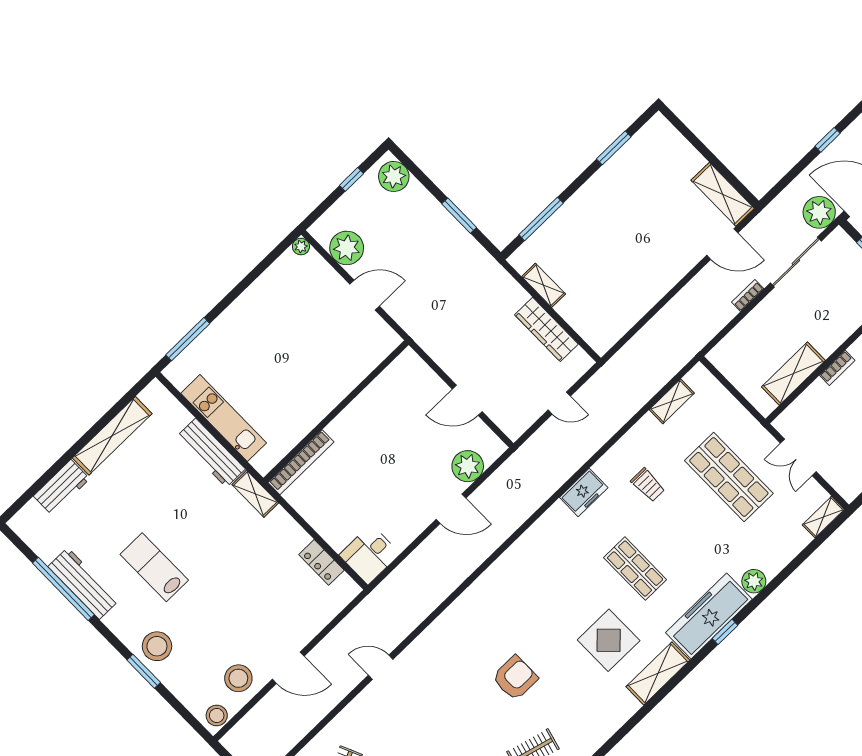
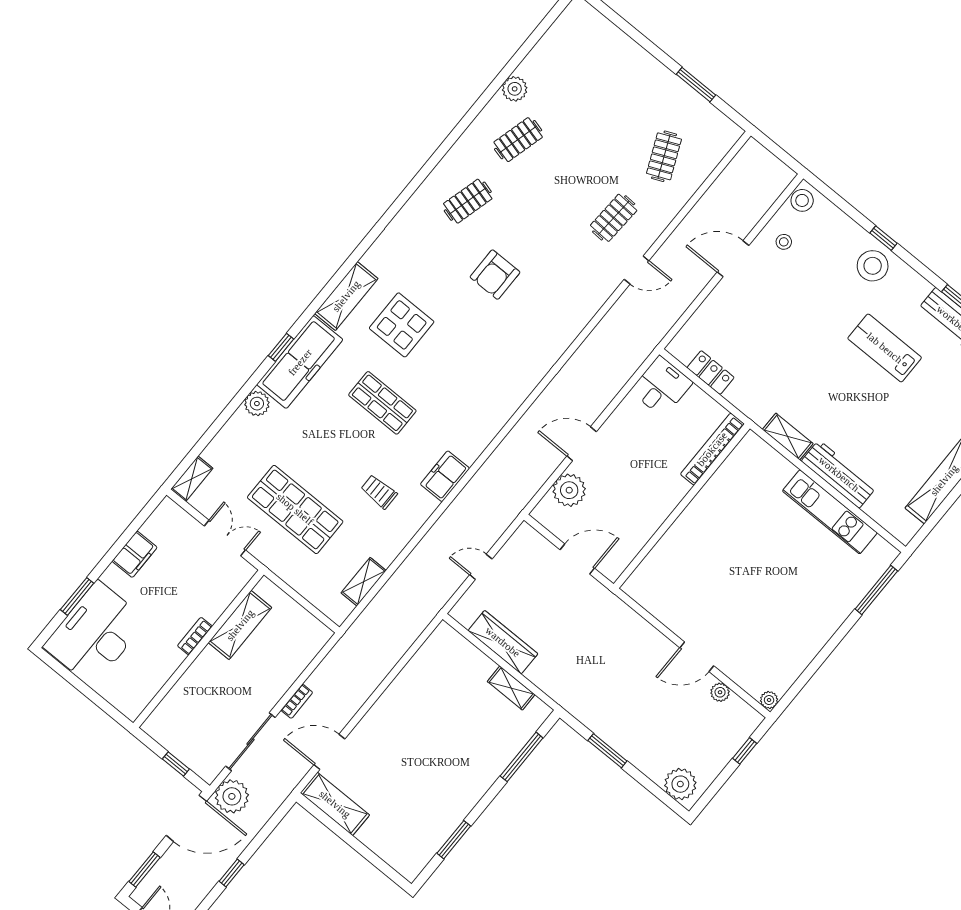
window: (351, 179) -> (745, 751), moved
plant: (347, 248) -> (720, 692), width x0.53, depth x0.53
wall: (336, 411) -> (682, 506), moved
bookcase: (301, 462) -> (712, 449), moved
lab bench: (154, 567) -> (885, 348), turned 180
window: (144, 671) -> (884, 238), width x0.67
stool: (238, 678) -> (784, 242), width x0.53, depth x0.53
clothes rail: (397, 719) -> (614, 218), added

